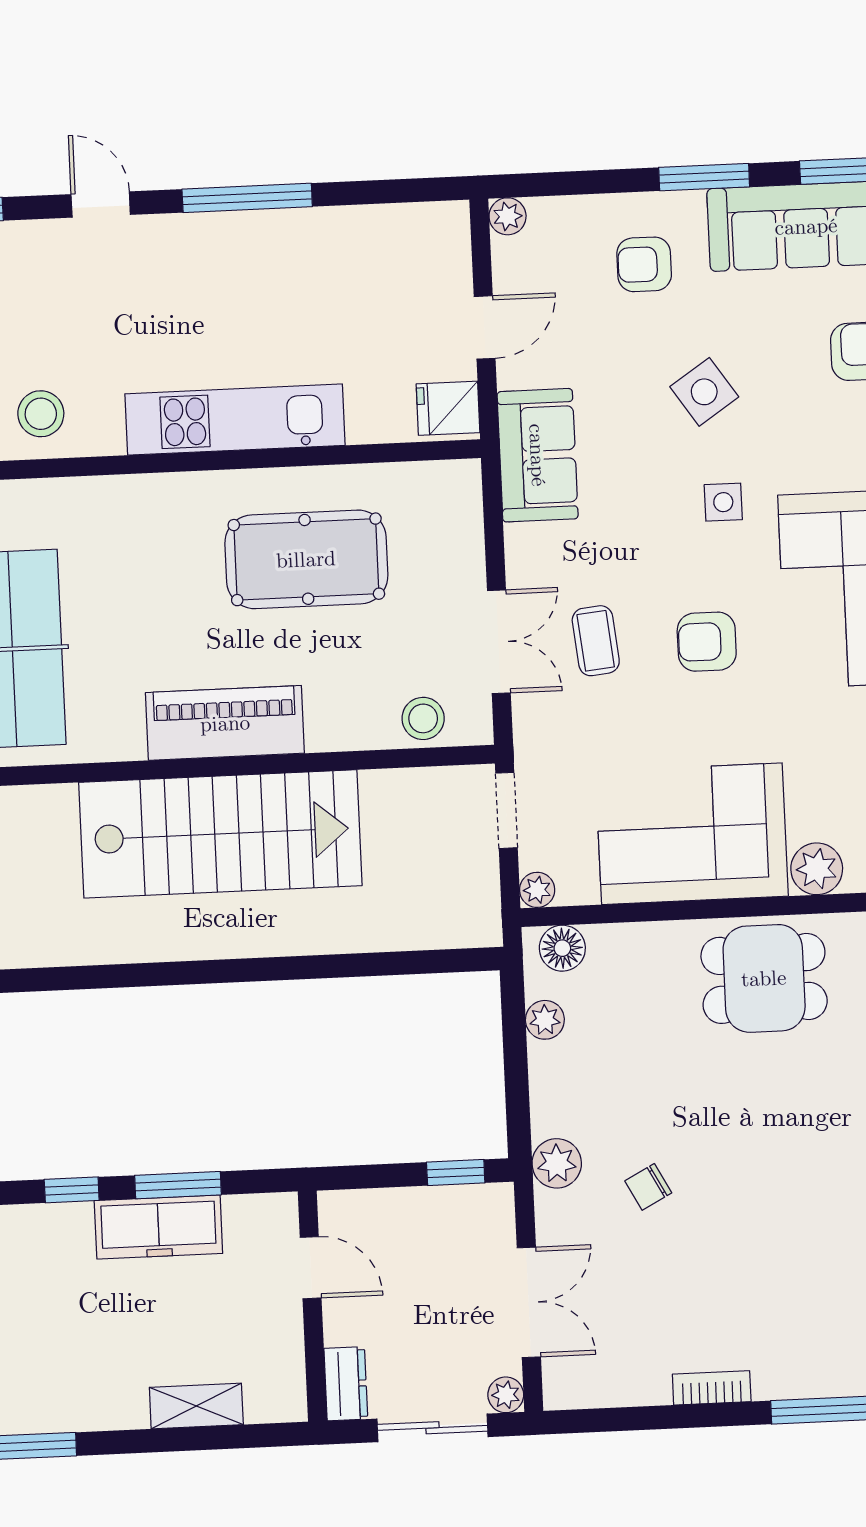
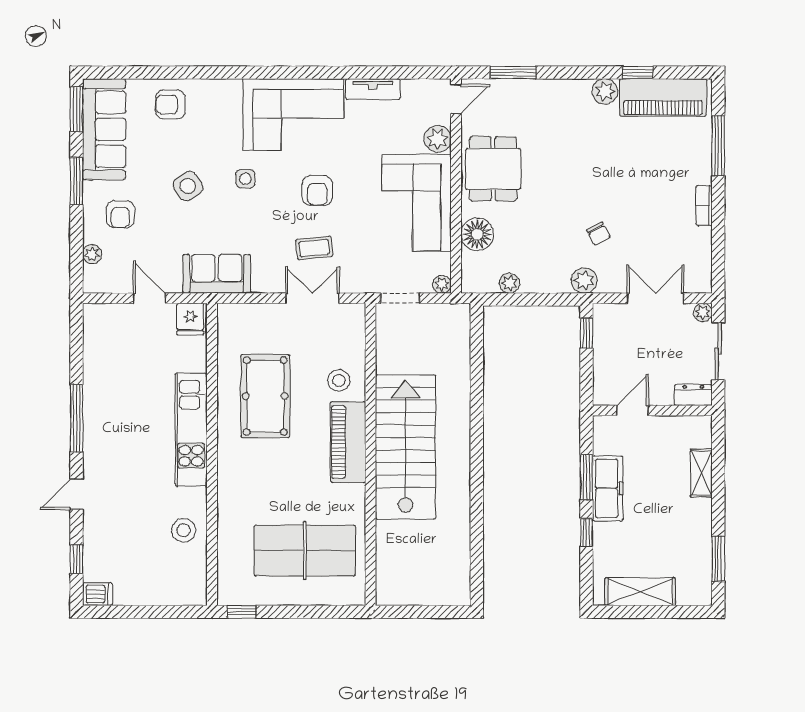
plant: (508, 216) -> (92, 254), moved
stool: (423, 718) -> (339, 381), moved
floor lamp: (562, 948) -> (477, 234), moved, width x1.38, depth x1.38

